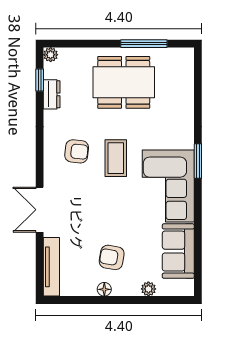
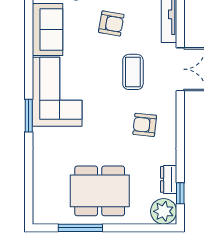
plant: (51, 55) -> (164, 211), width x1.88, depth x1.88
coffee table: (116, 158) -> (133, 72), moved

